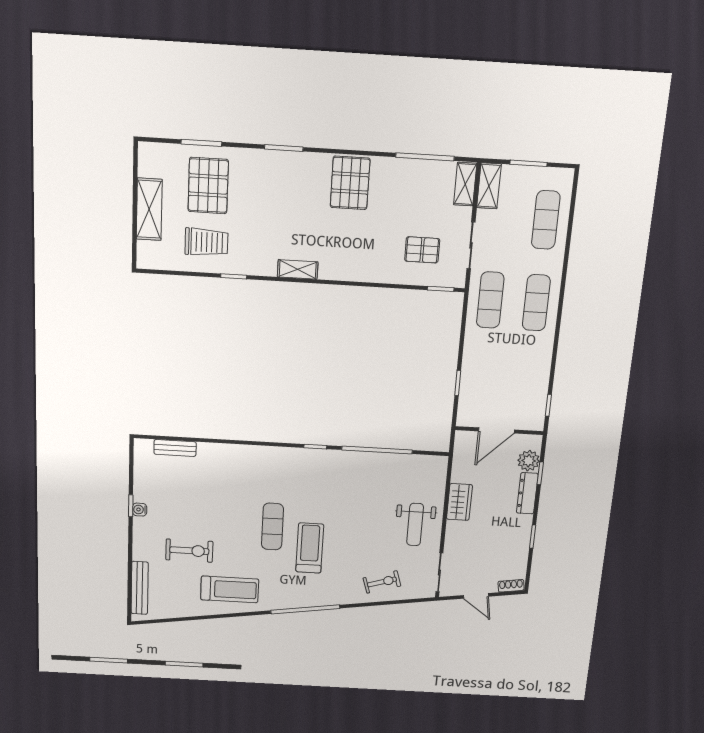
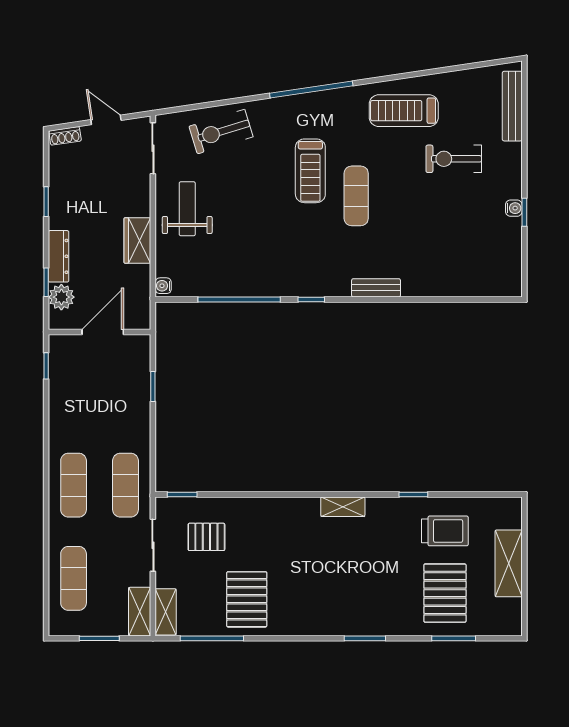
pallet: (350, 183) -> (247, 599), moved
trolley: (206, 242) -> (445, 531), turned 180
bench: (175, 448) -> (376, 288), moved
water cooler: (441, 465) -> (163, 286), added
exercise bike: (382, 582) -> (221, 132), width x1.38, depth x1.39

